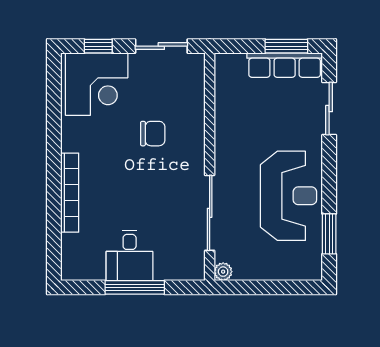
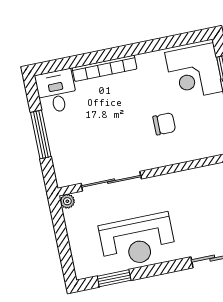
chair: (153, 134) -> (164, 124), turned -90
desk: (130, 256) -> (56, 91), moved, turned 90

